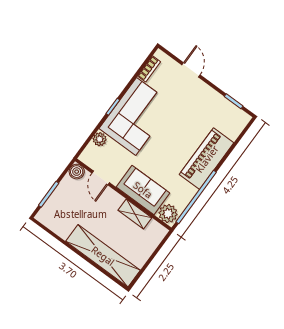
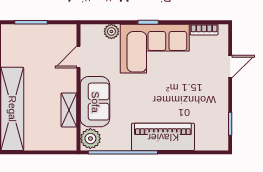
boiler: (77, 172) -> (69, 32), removed

